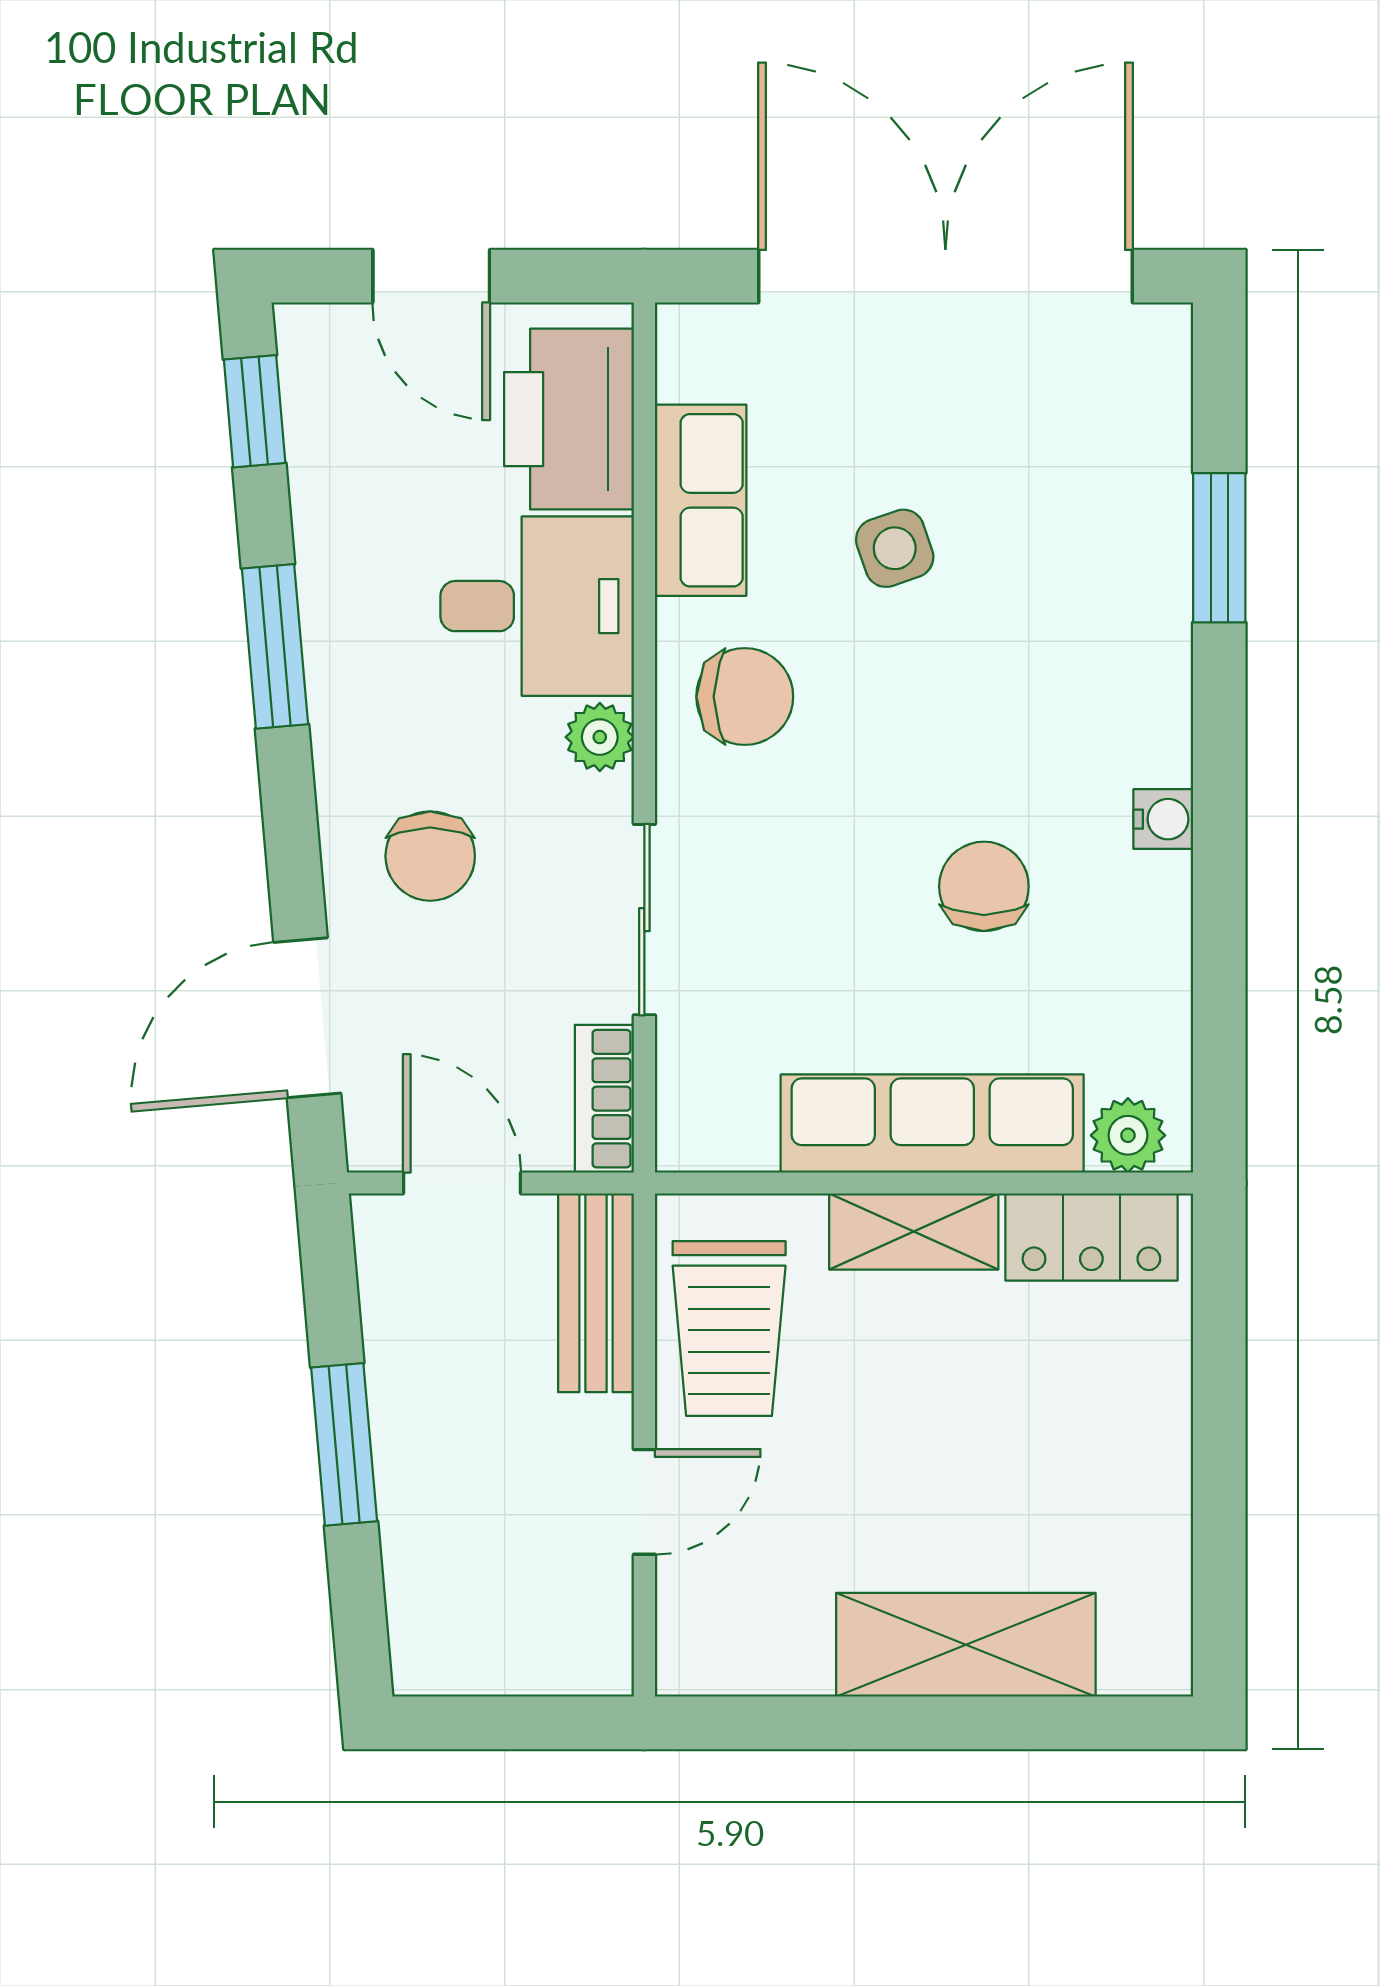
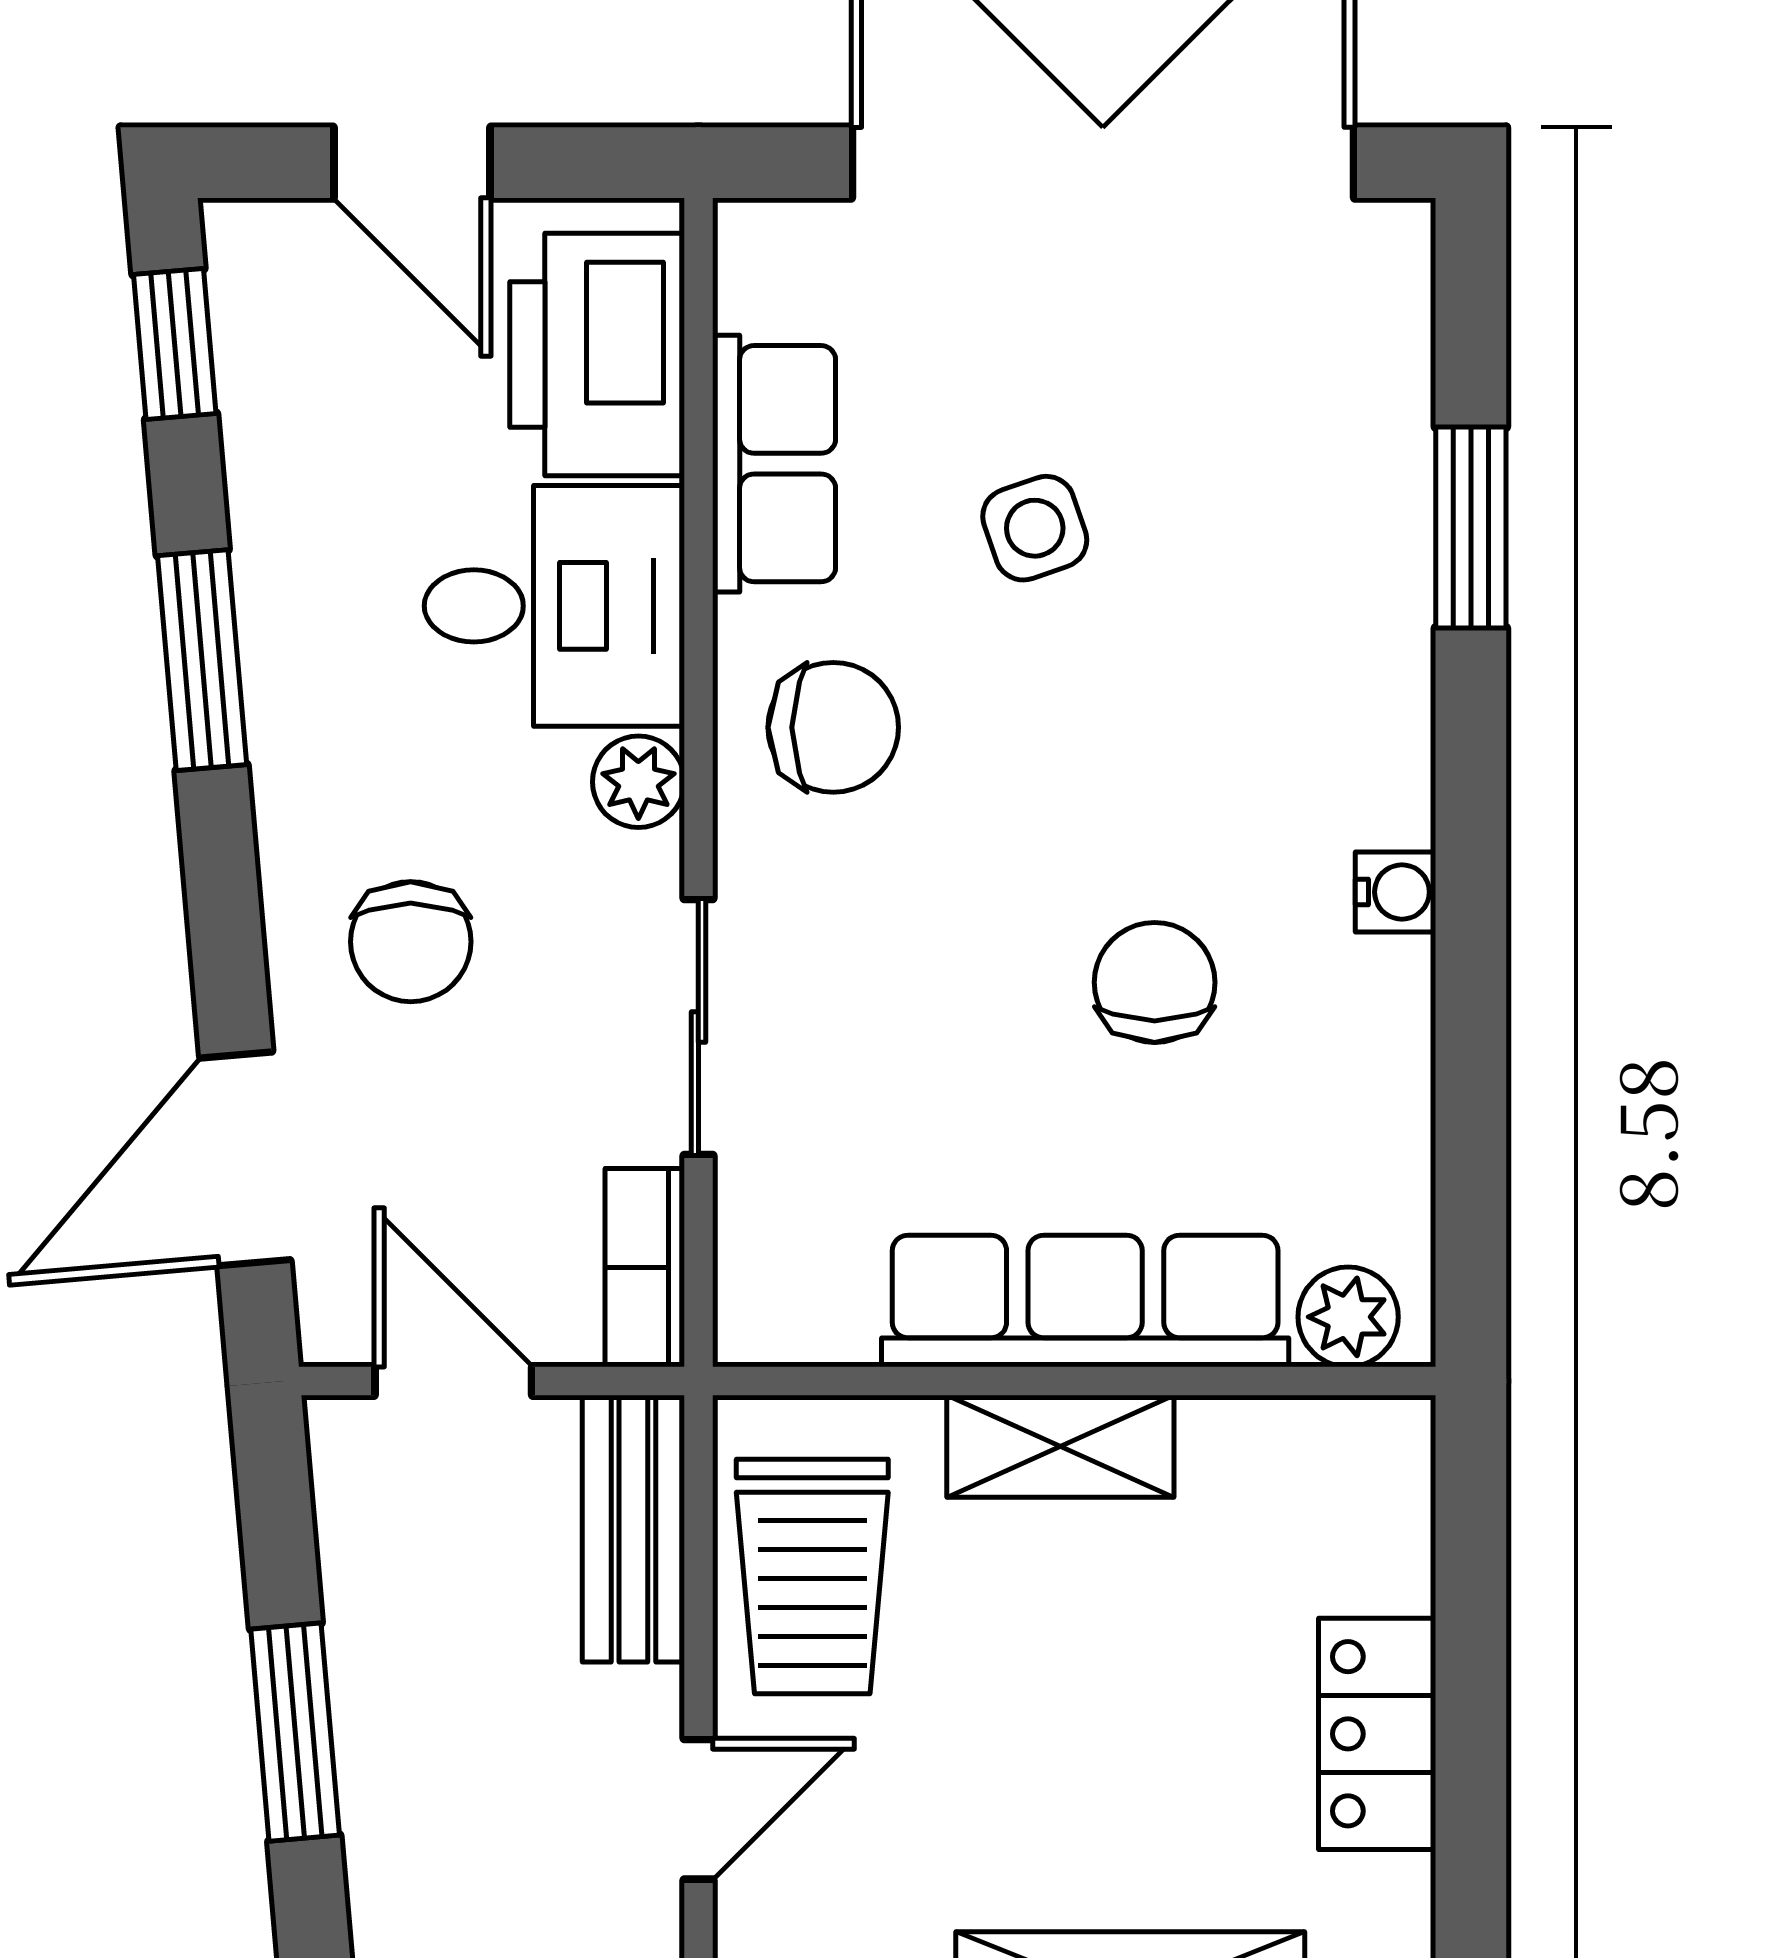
locker: (1091, 1237) -> (1377, 1734), moved, turned 90

